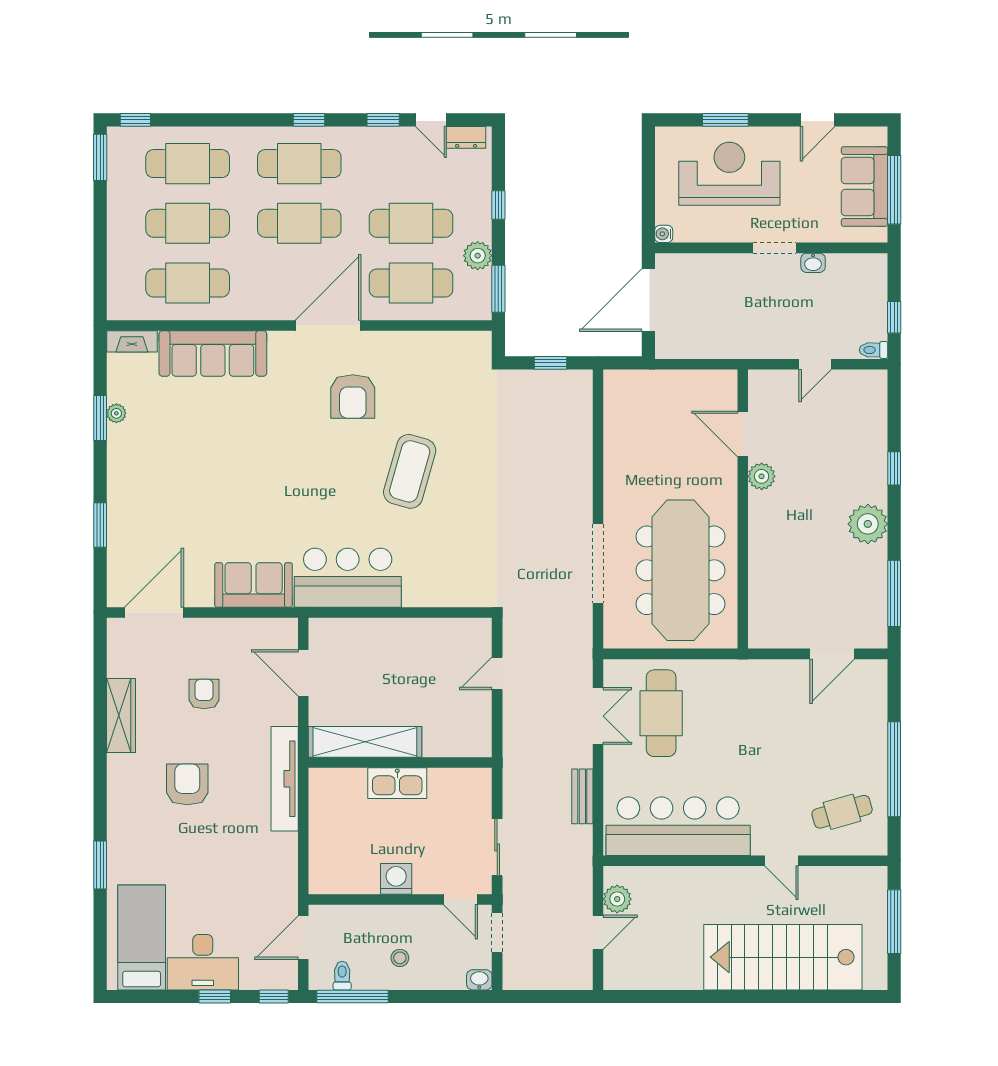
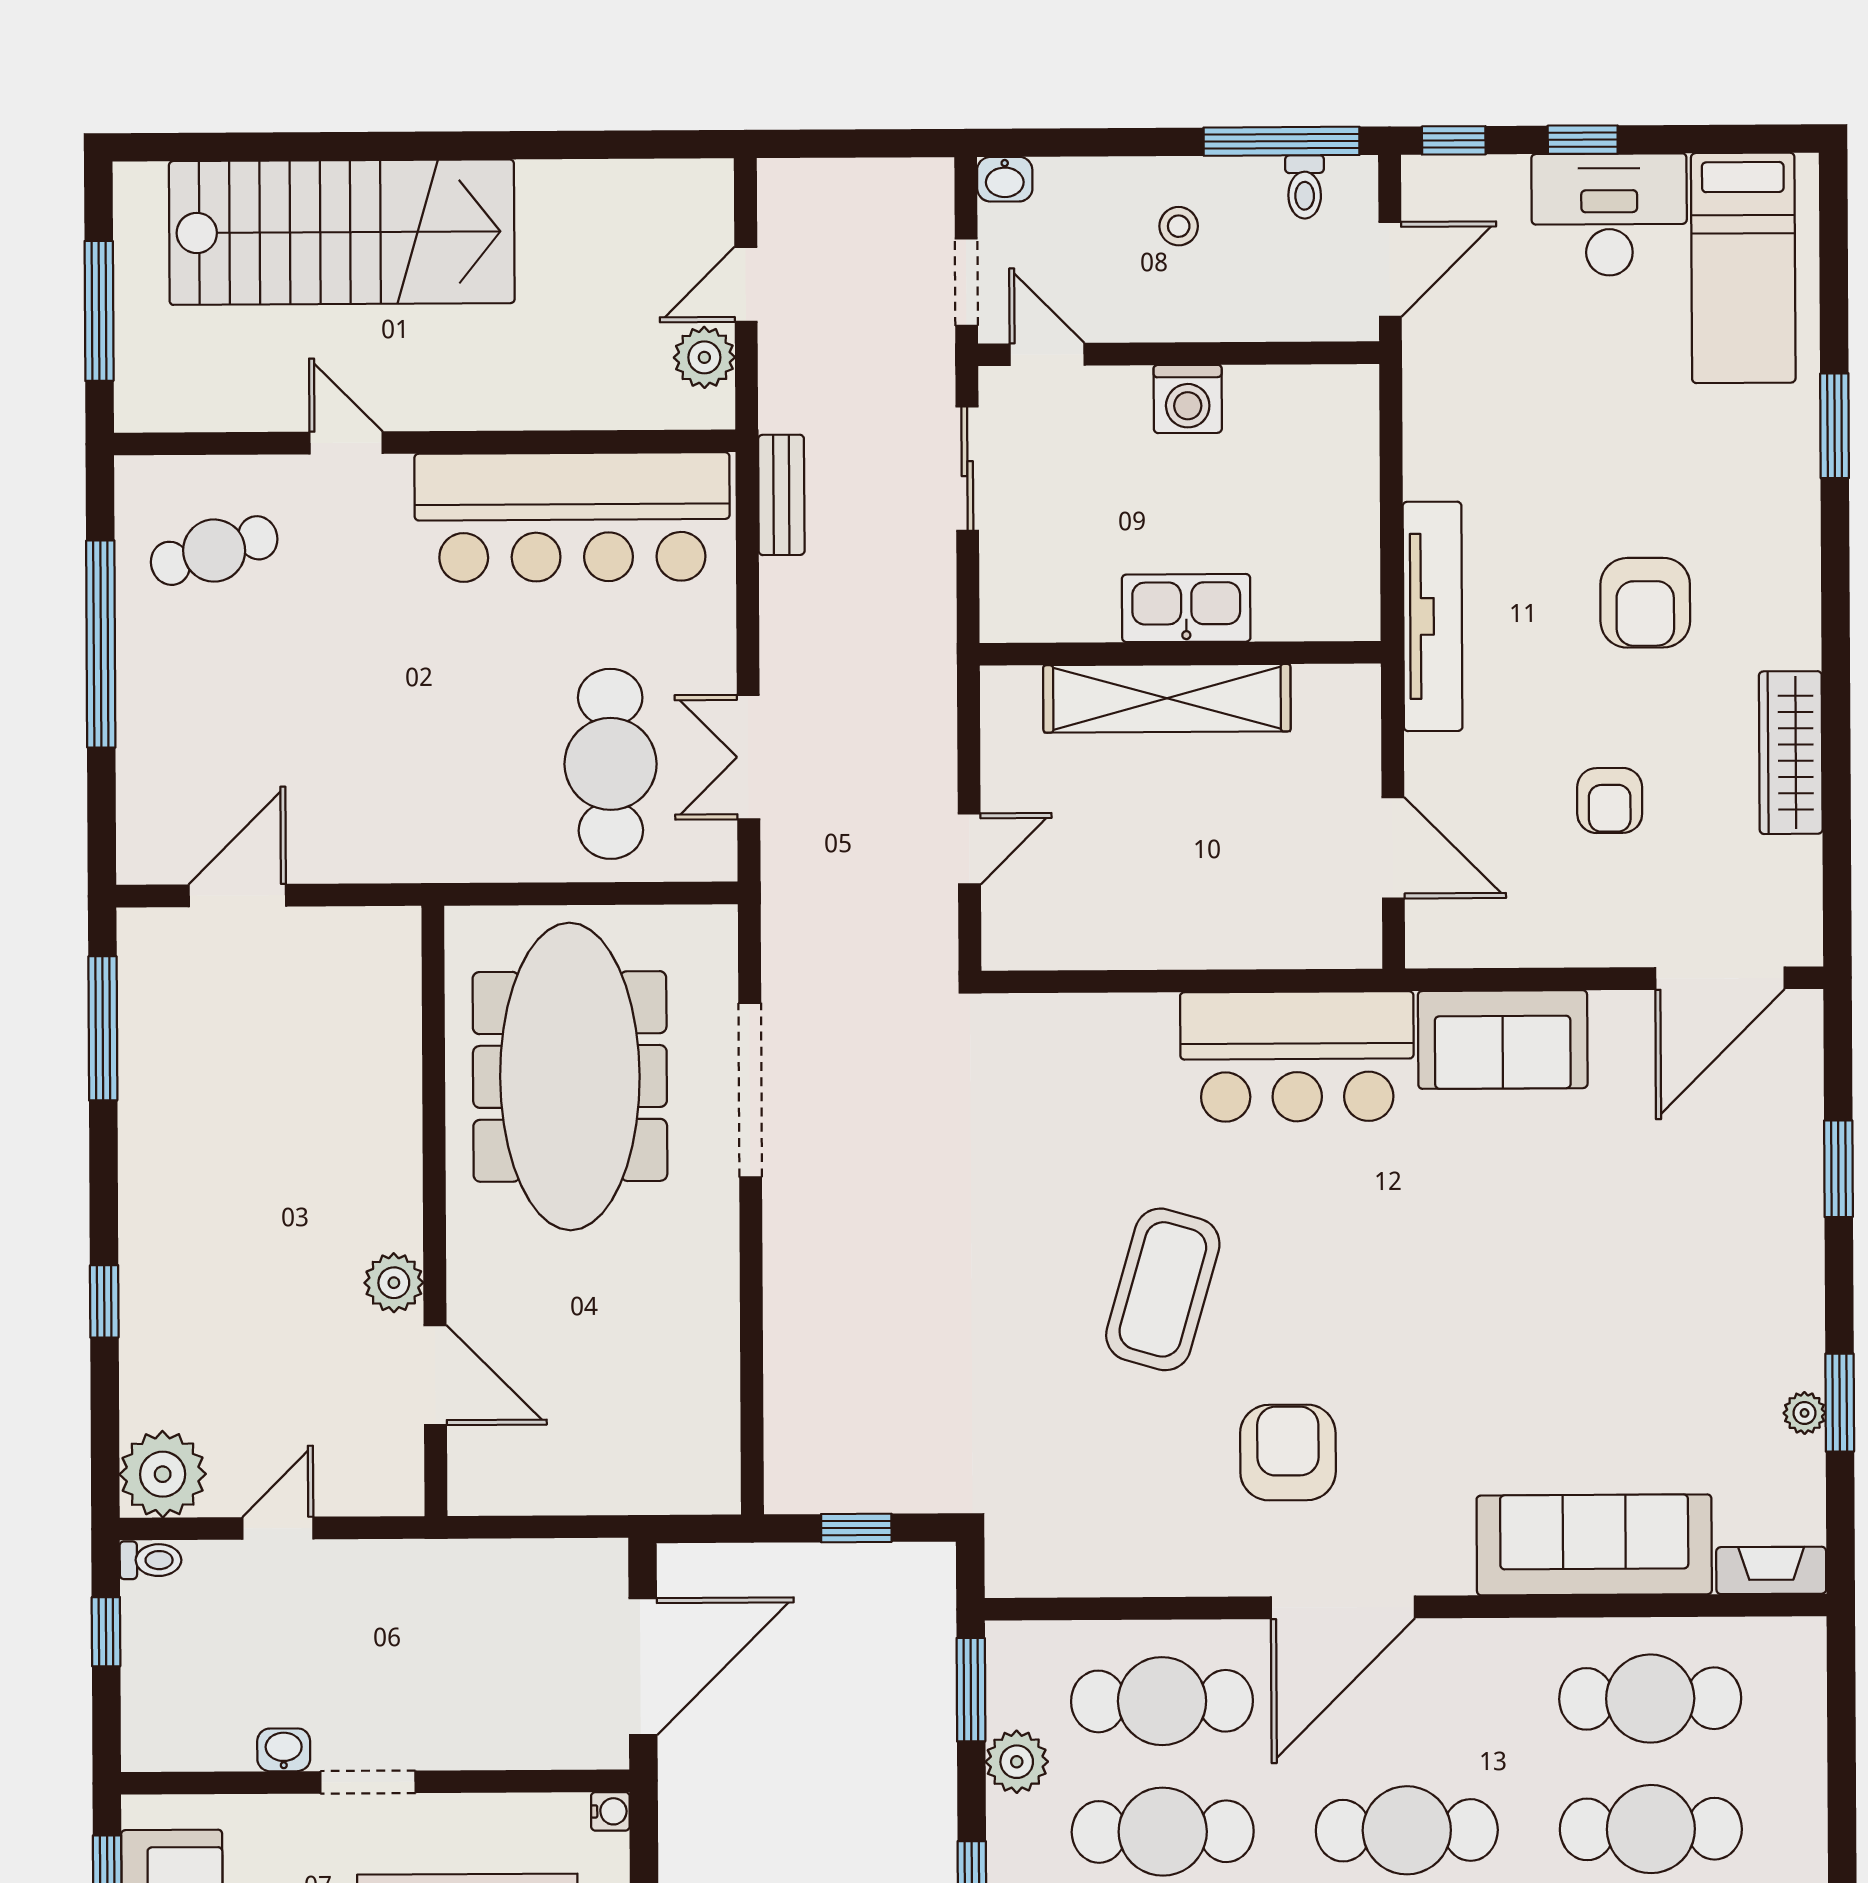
plant: (868, 524) -> (163, 1474), moved
shelving: (365, 742) -> (1167, 698), moved
bench: (582, 796) -> (781, 495), moved

